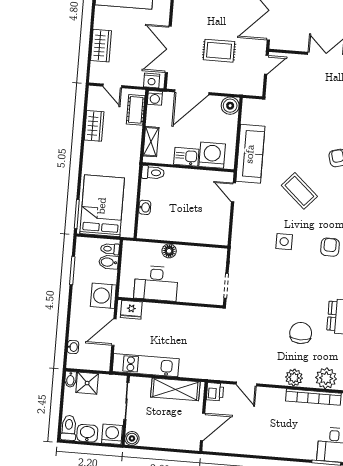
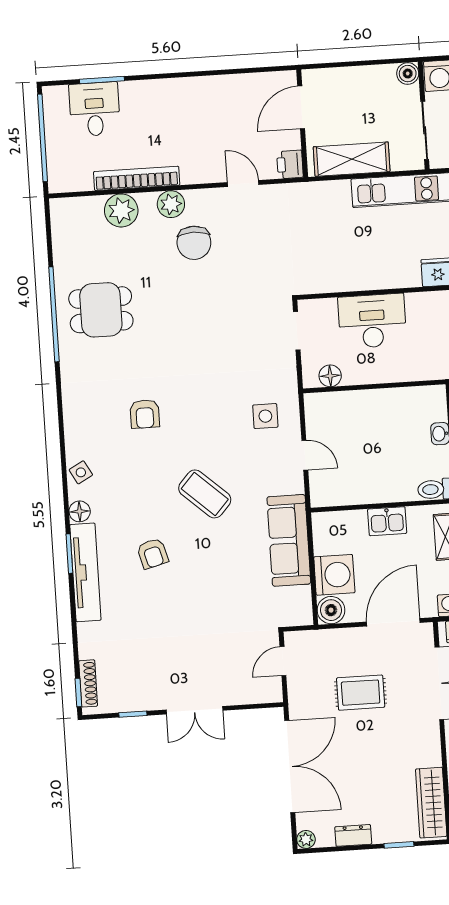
door: (266, 65) -> (283, 661), moved
washing machine: (212, 155) -> (334, 575), moved, turned -90
door: (234, 192) -> (305, 455), moved
side table: (284, 242) -> (265, 416), moved
floor lamp: (169, 251) -> (330, 376), moved
desk: (156, 283) -> (372, 321), moved
chair: (301, 333) -> (194, 243), moved

